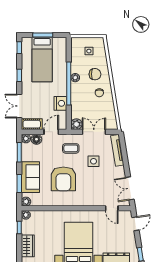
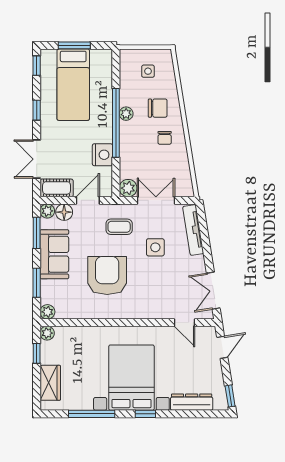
sofa: (30, 177) -> (54, 254), moved
armchair: (63, 179) -> (107, 275), turned 180

